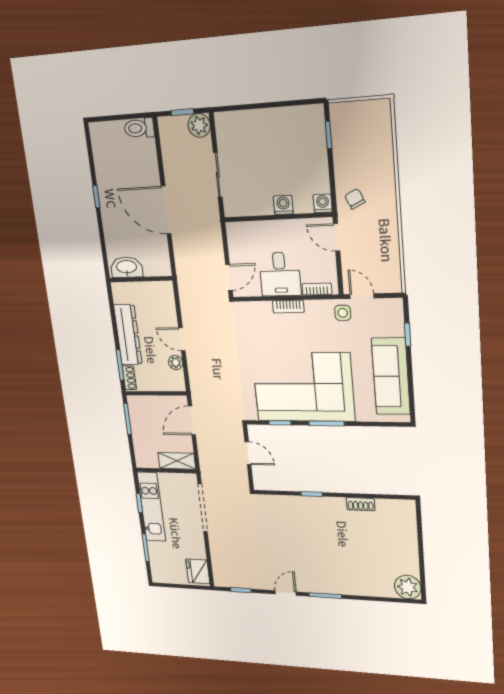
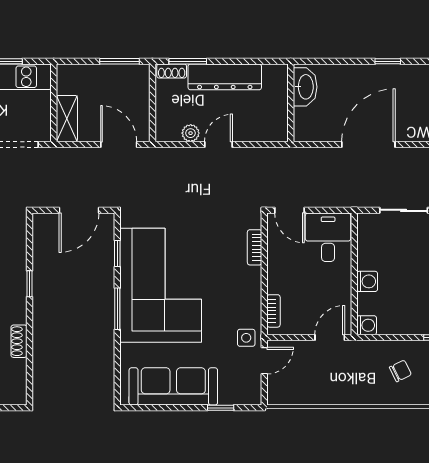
chair: (355, 199) -> (400, 371), moved
desk: (280, 274) -> (328, 237), moved, turned 90
bookcase: (288, 307) -> (255, 247), moved
door: (248, 453) -> (79, 210), width x1.38

